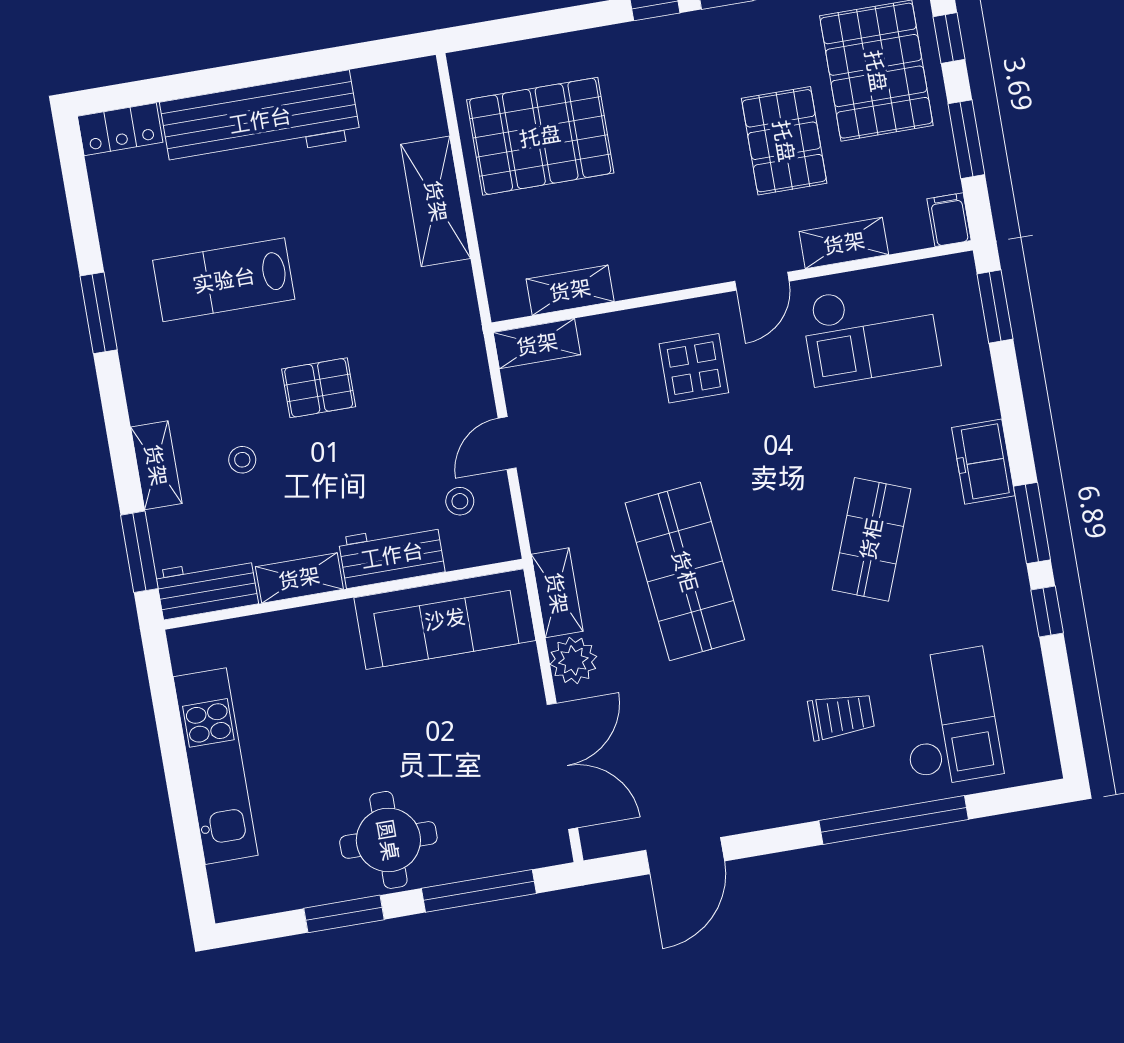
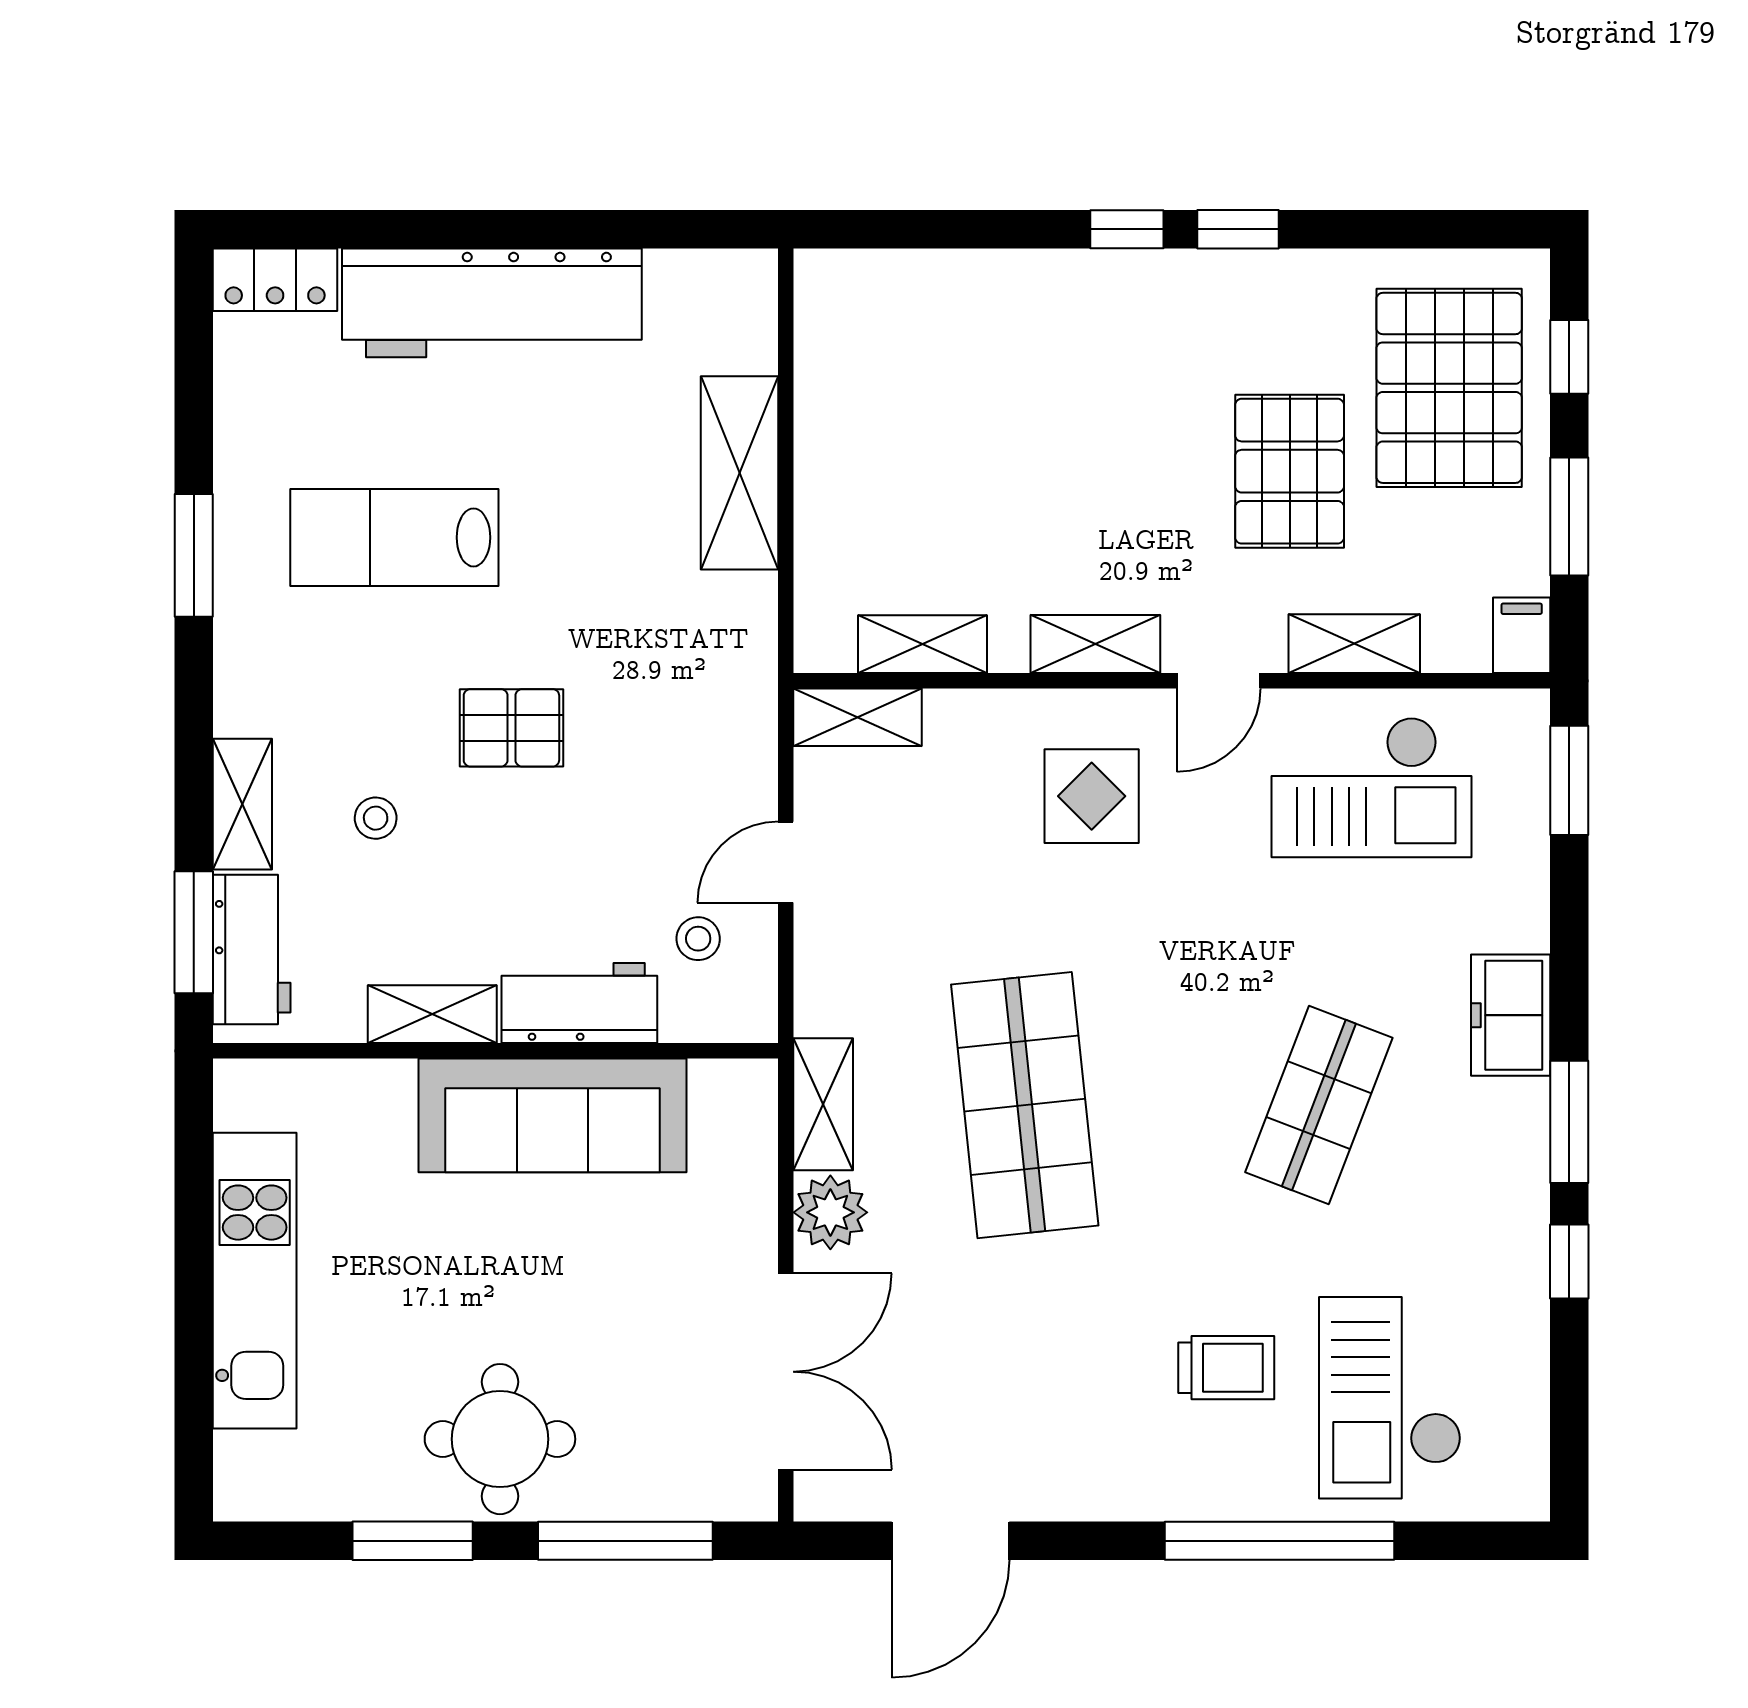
pallet: (540, 136) -> (917, 400), removed
shelving: (680, 271) -> (1095, 644), added
workbench: (207, 587) -> (252, 950), moved, turned 90
sofa: (445, 619) -> (553, 1115), moved
checkout: (948, 717) -> (1390, 1398), turned 180

